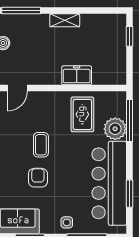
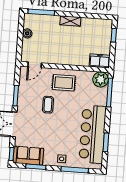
freezer: (77, 75) -> (100, 61), moved
rug: (82, 114) -> (64, 83), moved, turned 90
plant: (115, 129) -> (101, 79), moved
armchair: (38, 178) -> (44, 127), removed

